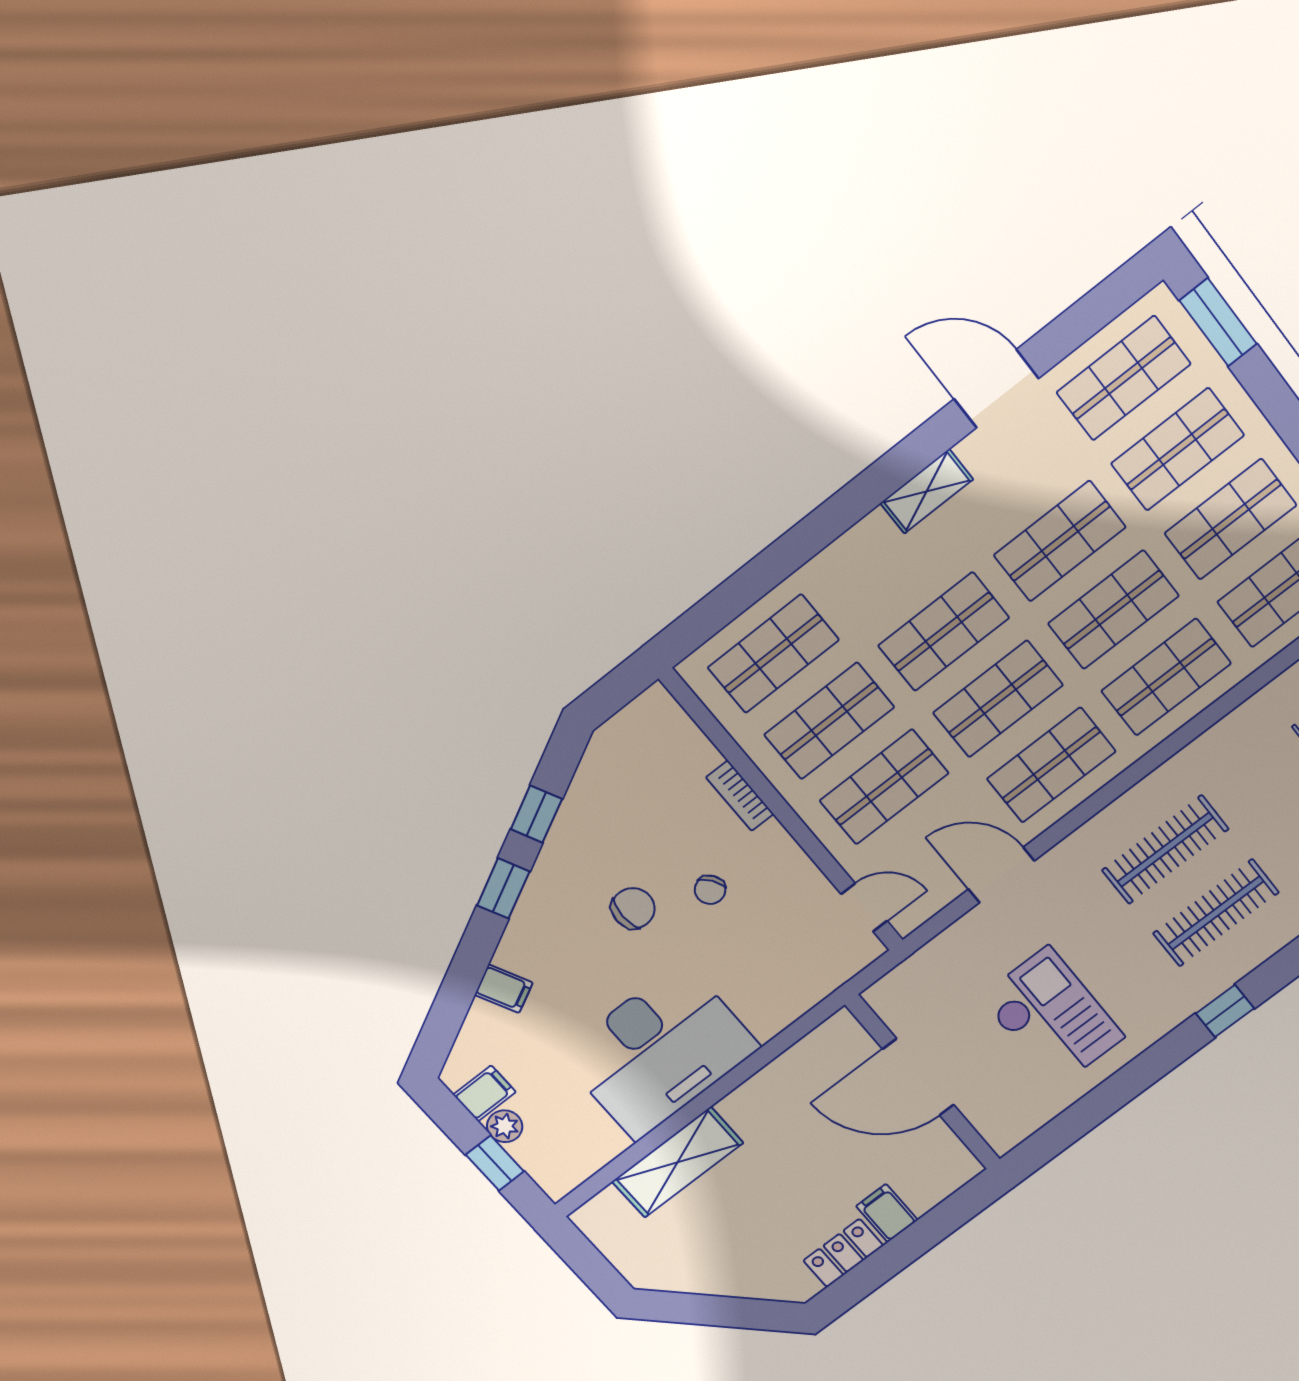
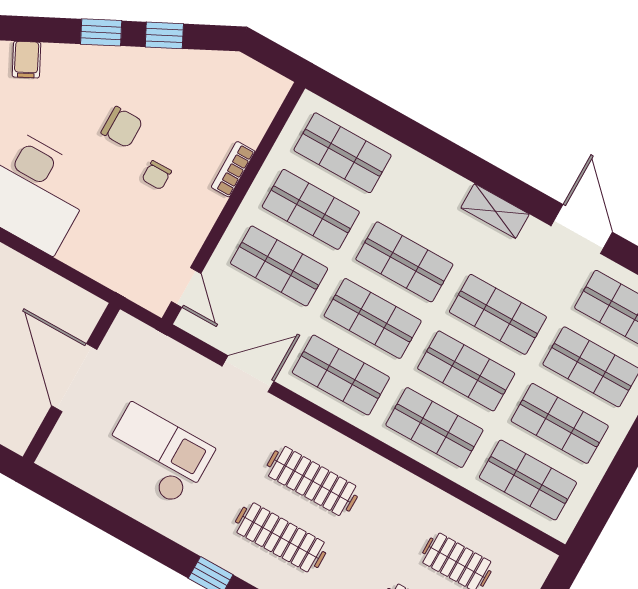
door: (1001, 875) -> (248, 374), hinge flipped
chair: (710, 890) -> (157, 175), turned -55
checkout: (1052, 1017) -> (157, 454), turned -90

